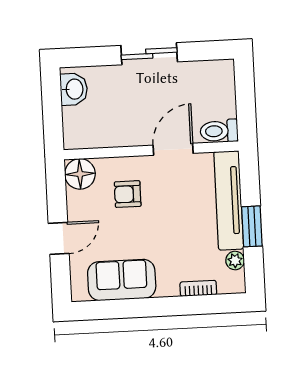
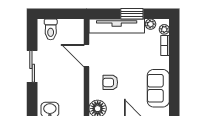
toilet: (219, 131) -> (51, 29), moved
armchair: (128, 194) -> (110, 82), turned 90
plant: (227, 285) -> (164, 29), added

